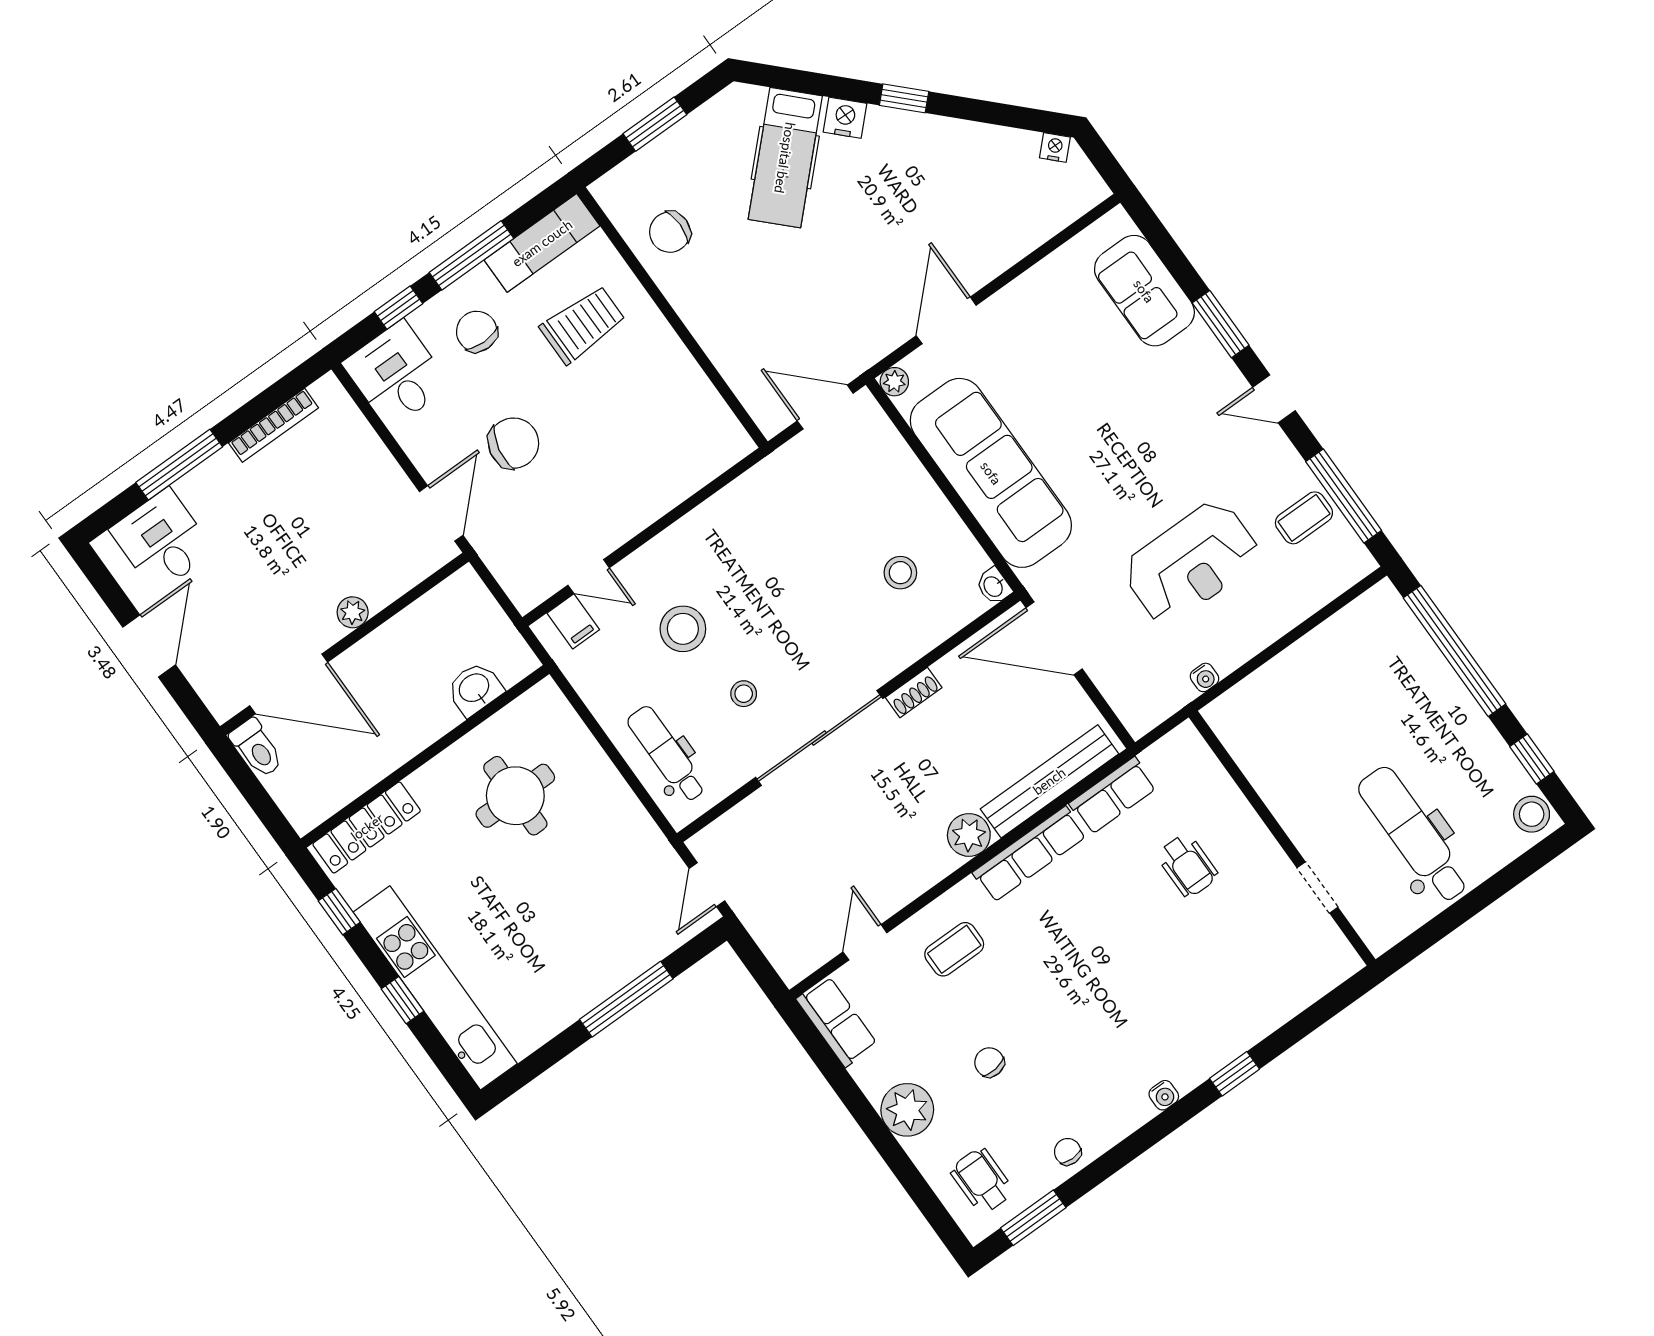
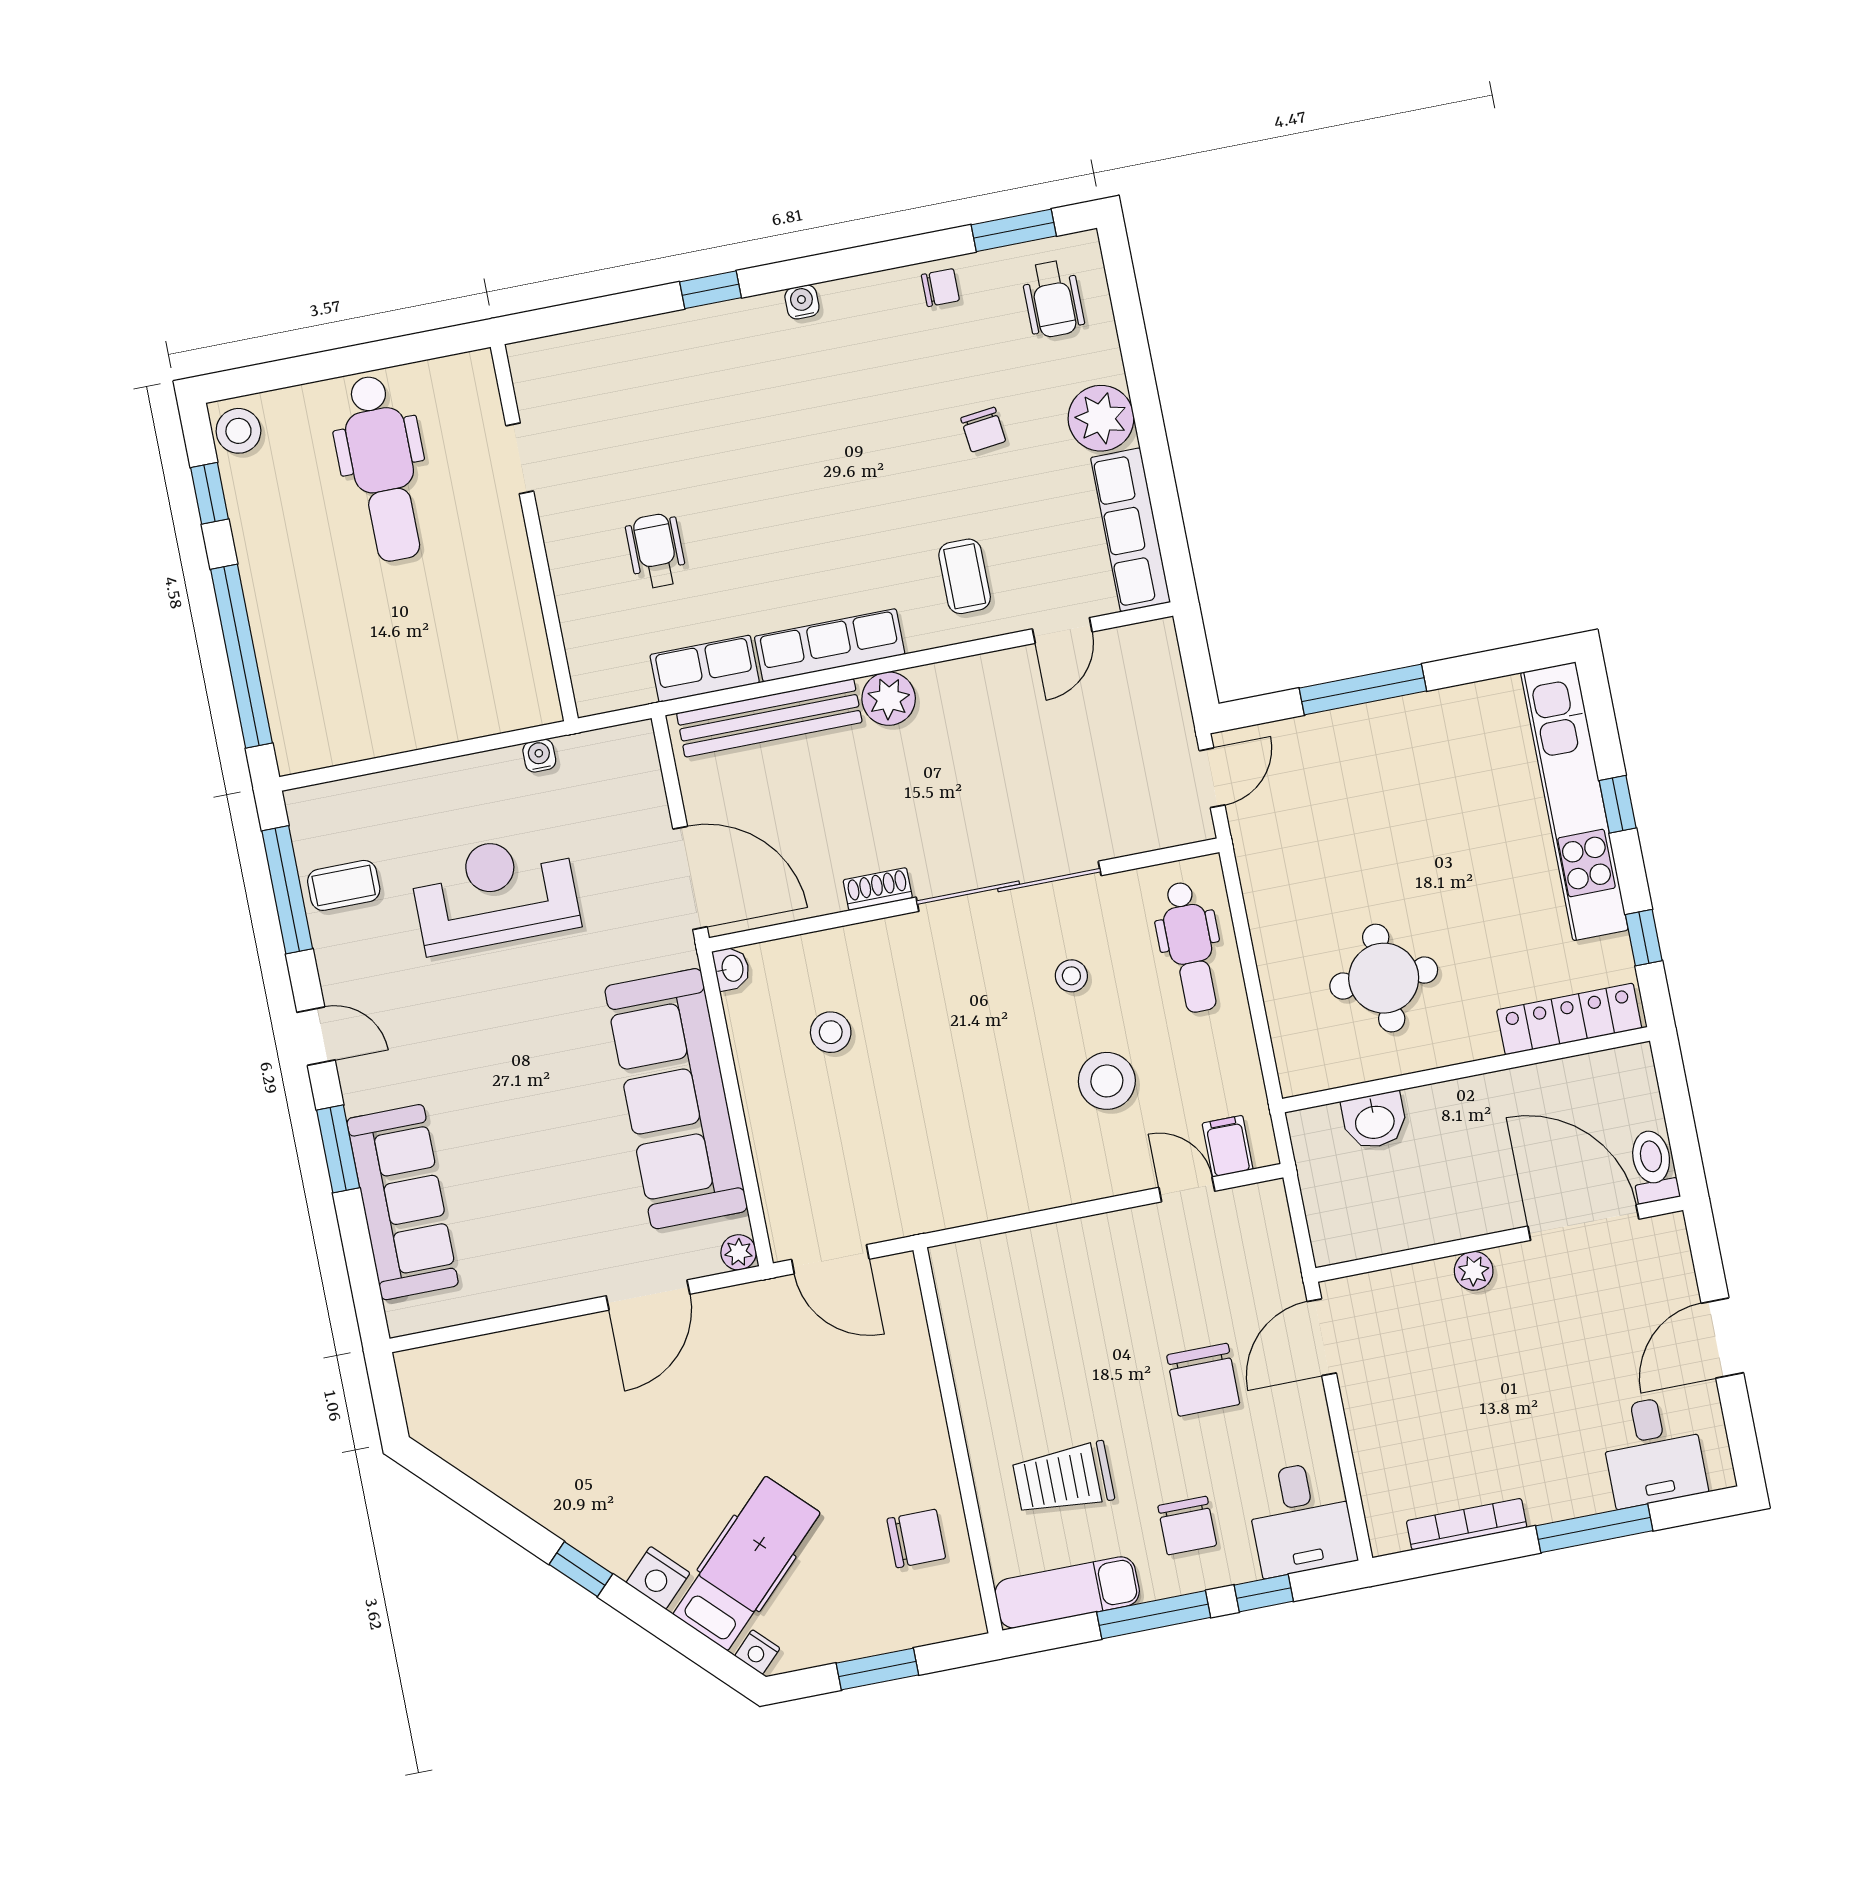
nightstand: (1055, 147) -> (757, 1652), moved
sofa: (1144, 291) -> (403, 1202), width x1.36
chair: (513, 443) -> (1203, 1380), turned -101
coffee table: (954, 949) -> (965, 576), turned 90
row of seats: (837, 1022) -> (1130, 530), width x1.48
chair: (1068, 1152) -> (940, 288), turned -90

